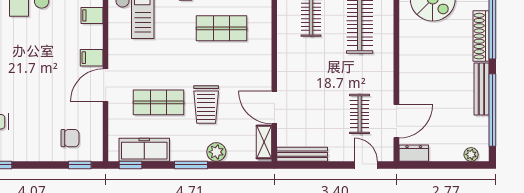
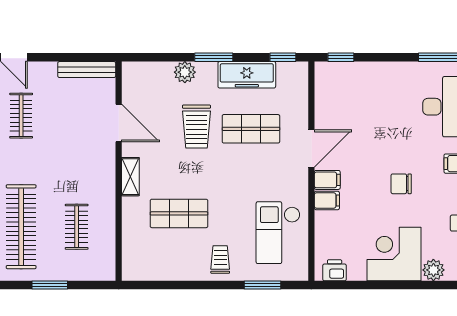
filing cabinet: (92, 15) -> (327, 200), moved
trolley: (206, 104) -> (196, 127), turned 180
chair: (70, 138) -> (401, 184), moved
shelving: (264, 142) -> (130, 177), moved
freezer: (144, 150) -> (247, 75), moved

